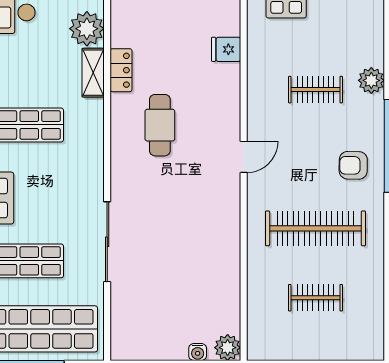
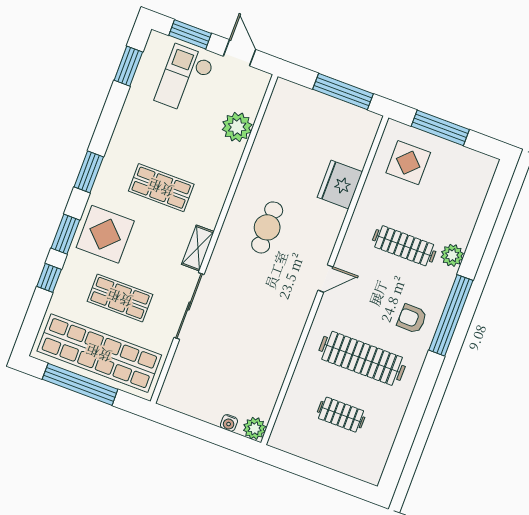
fridge: (226, 49) -> (340, 185), width x1.88, depth x1.34
locker: (121, 70) -> (252, 171), removed
shelving: (93, 73) -> (198, 248), moved
clothes rail: (315, 90) -> (404, 246), width x1.36

